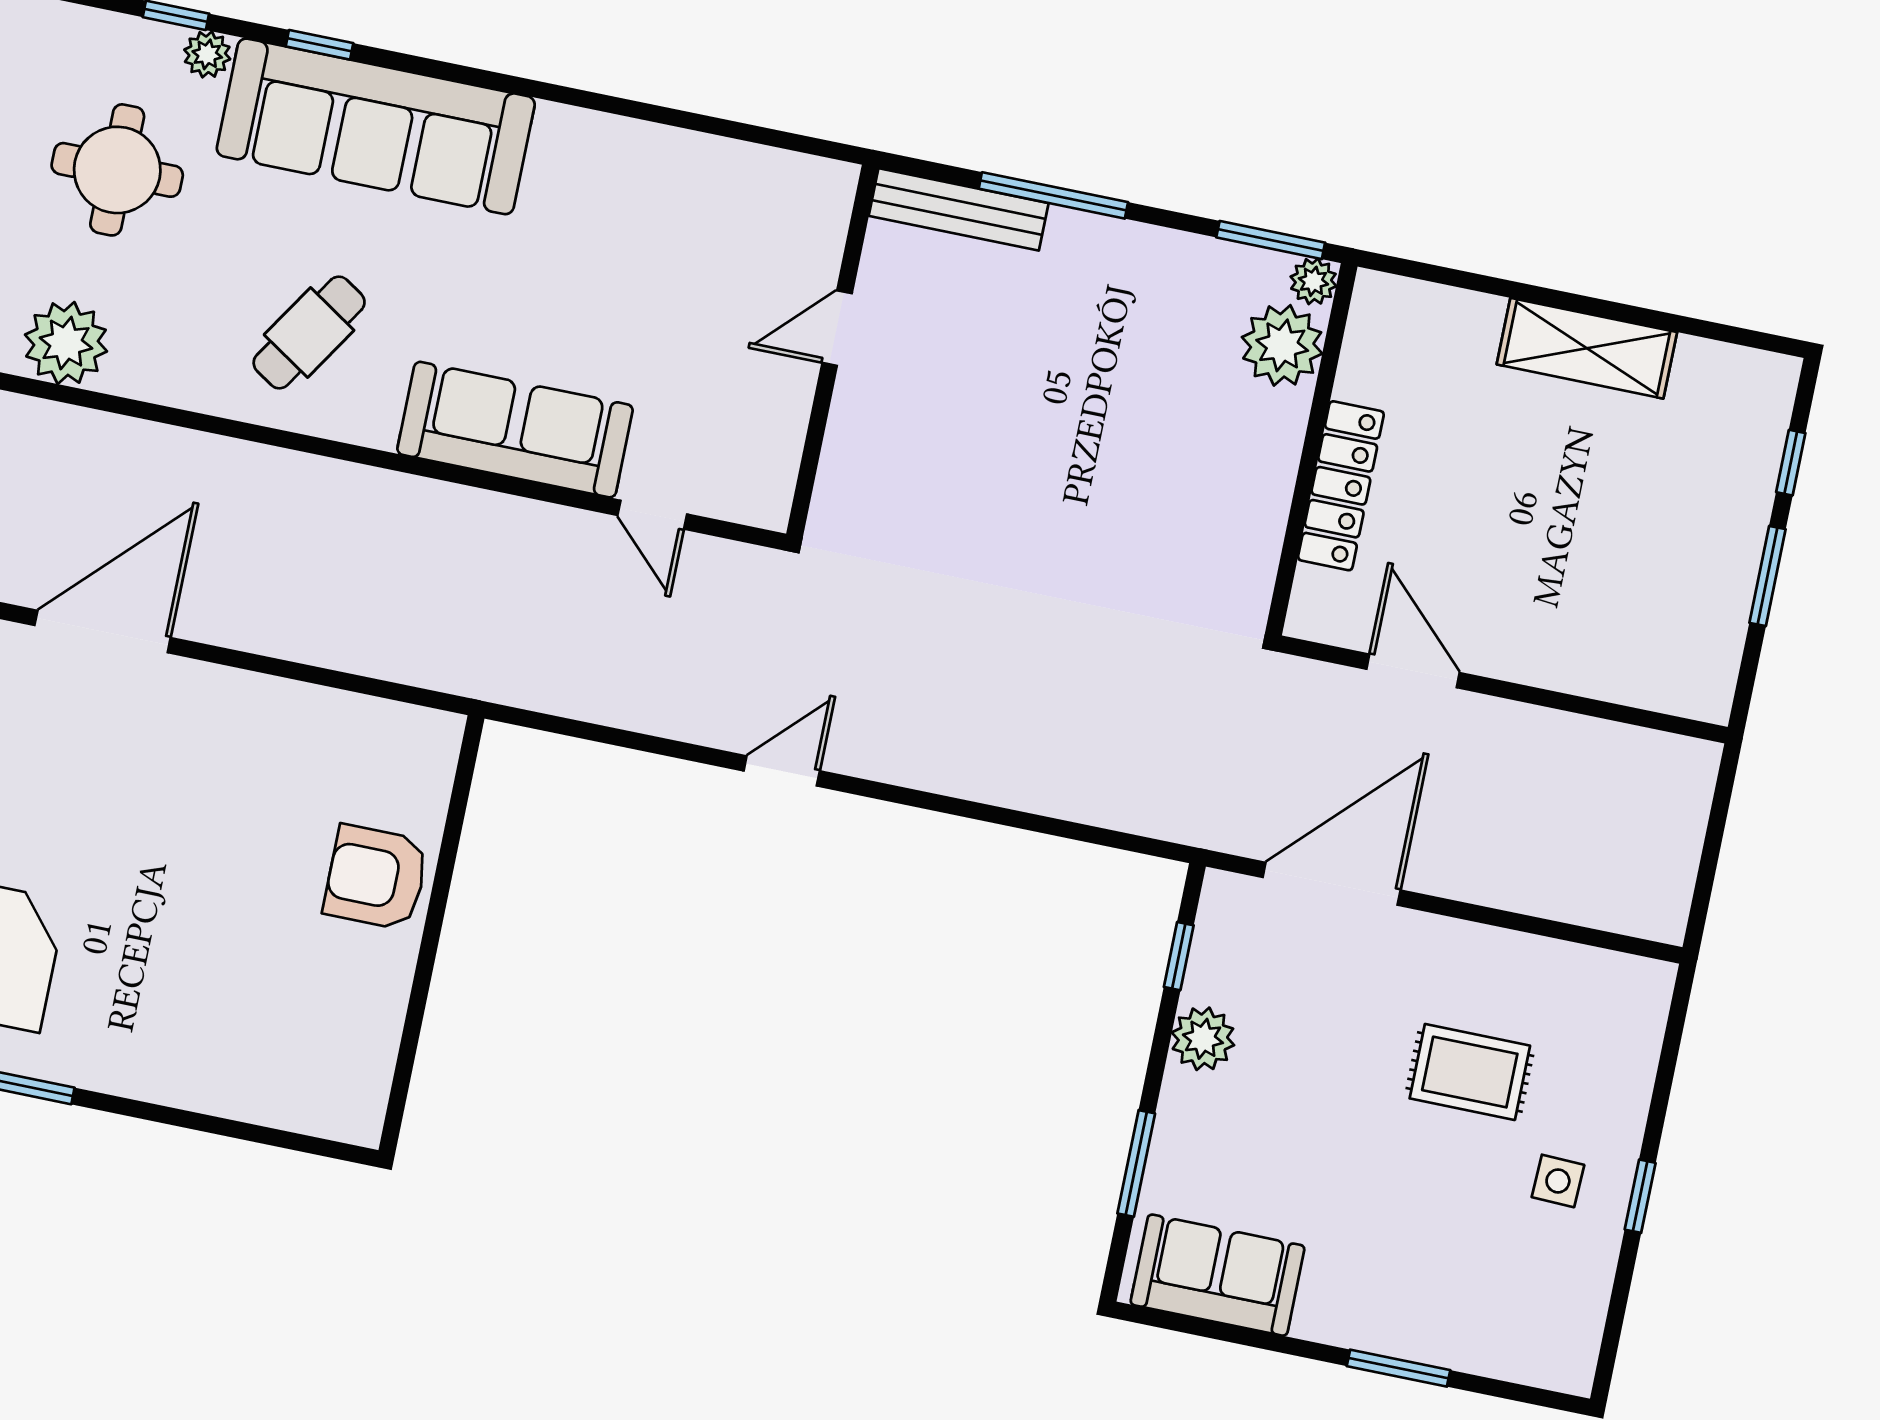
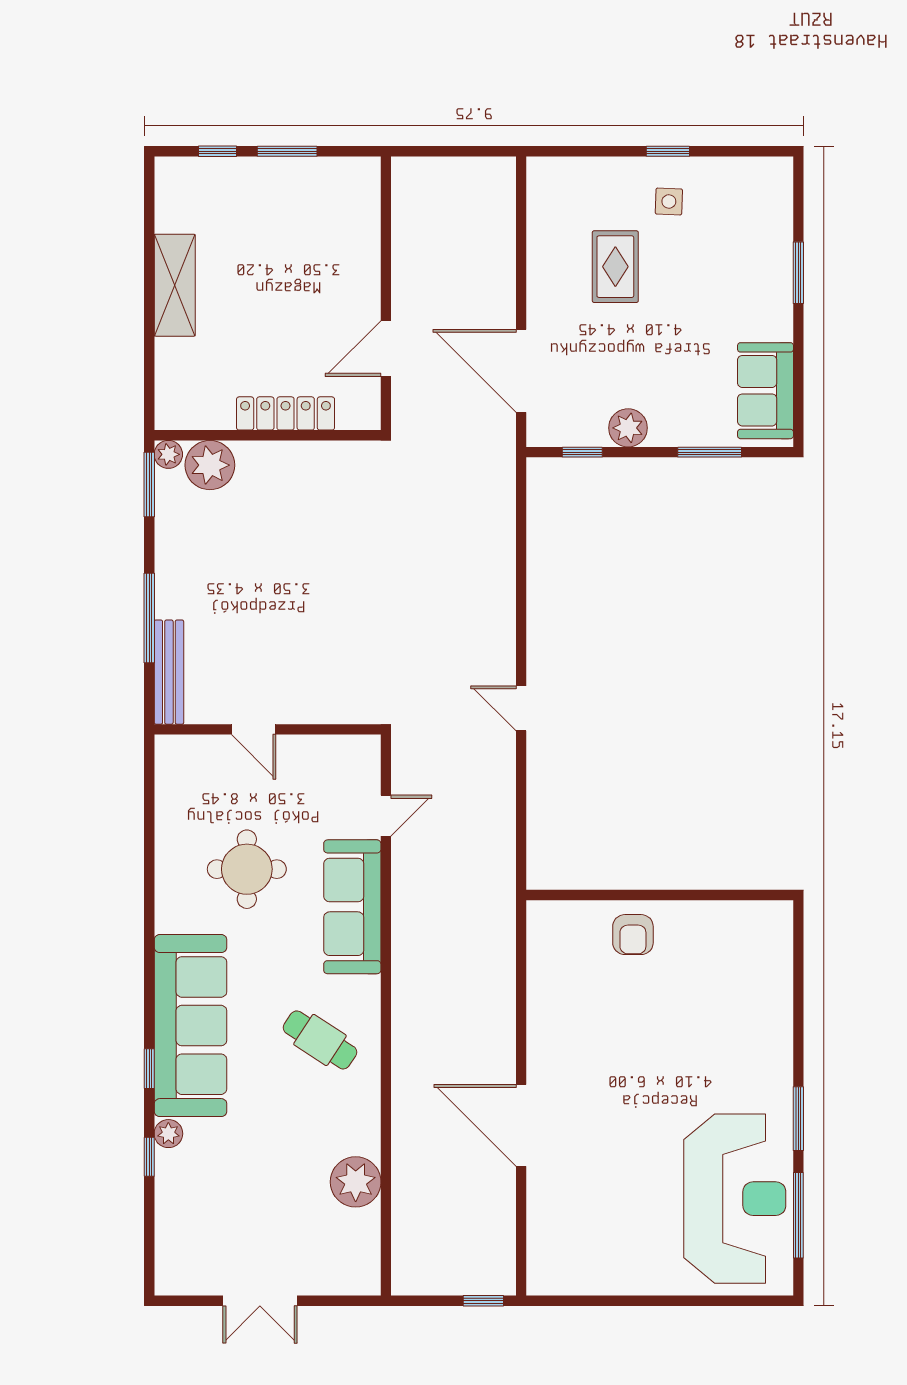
round table: (117, 170) -> (247, 869), moved
armchair: (376, 877) -> (633, 935), width x0.72, depth x0.72

